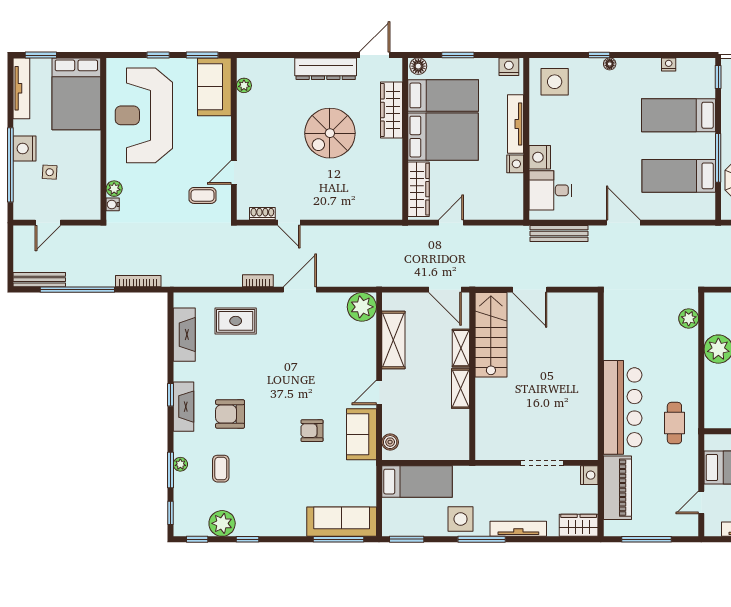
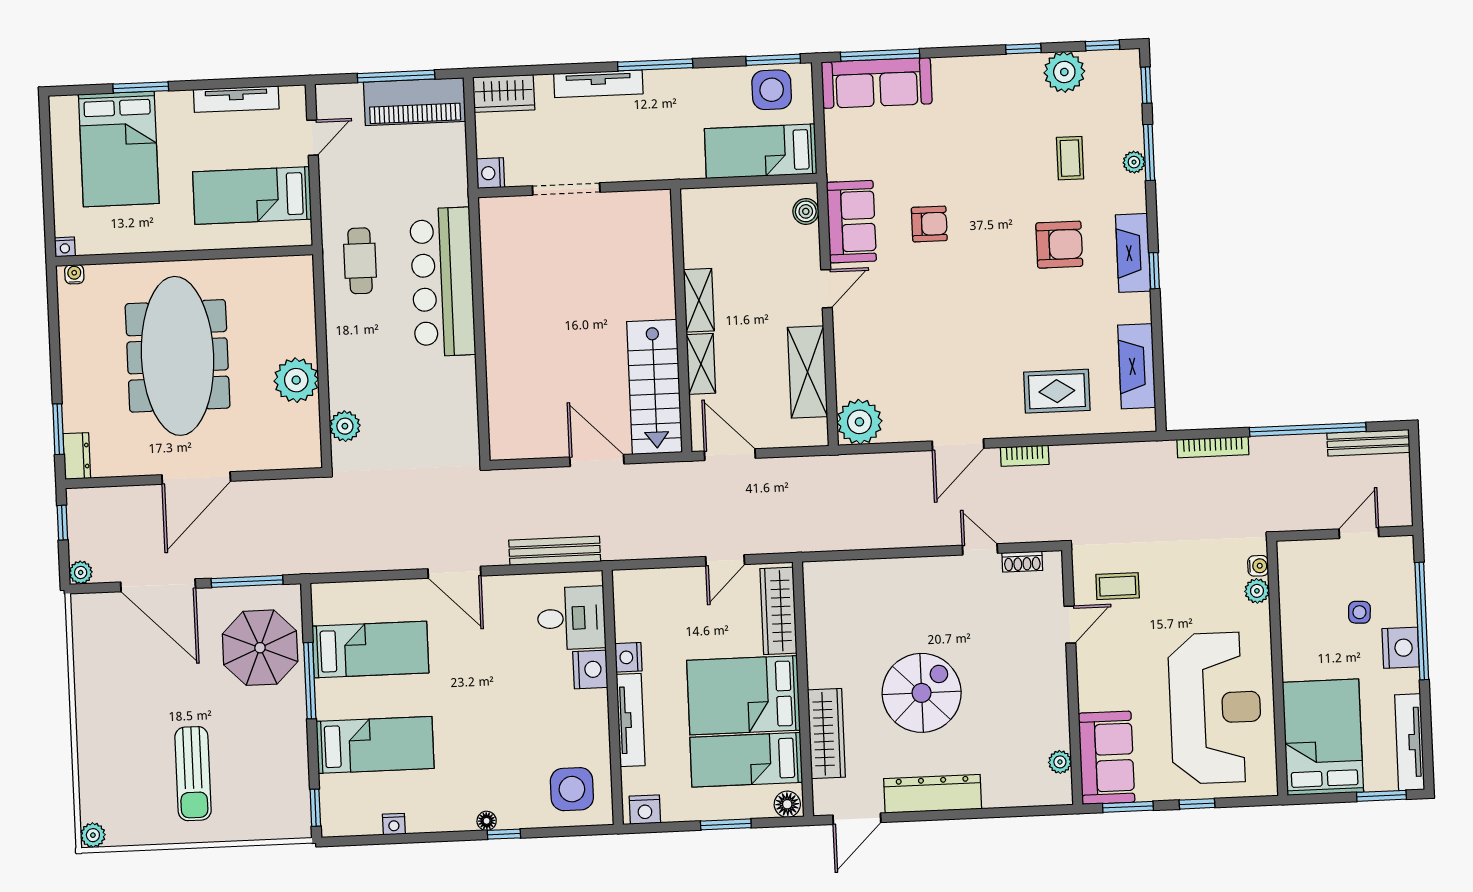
piano: (617, 488) -> (415, 102), moved, turned -90
side table: (461, 519) -> (772, 90), moved

